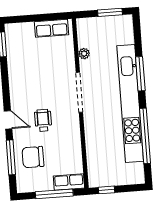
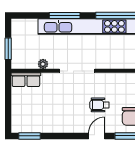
window: (110, 12) -> (8, 49), moved
row of seats: (52, 28) -> (26, 80), moved, turned 90

